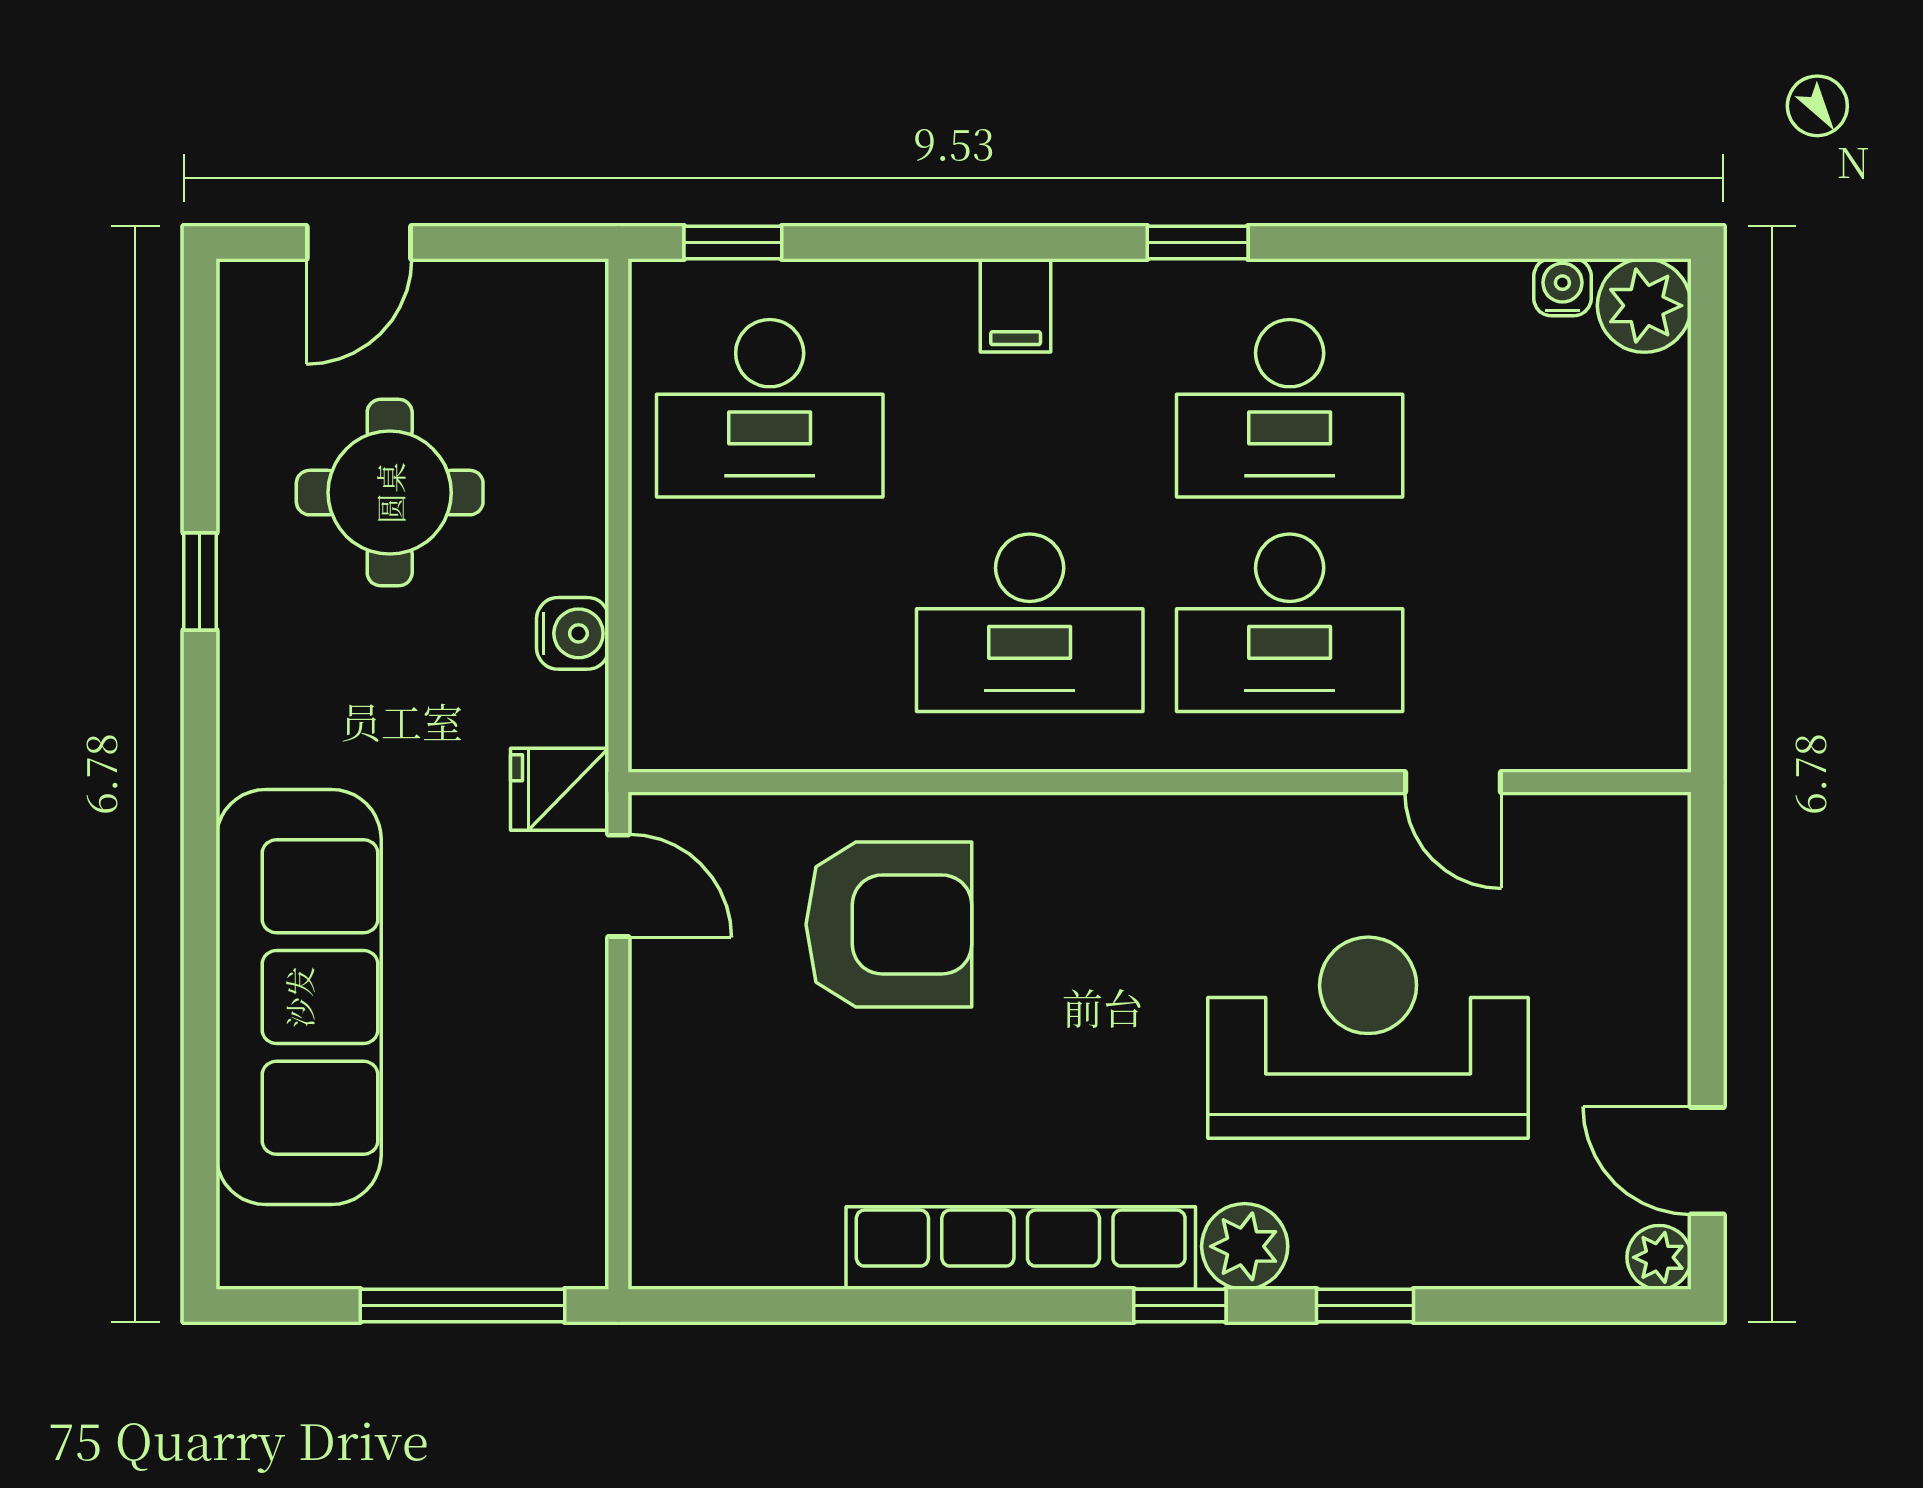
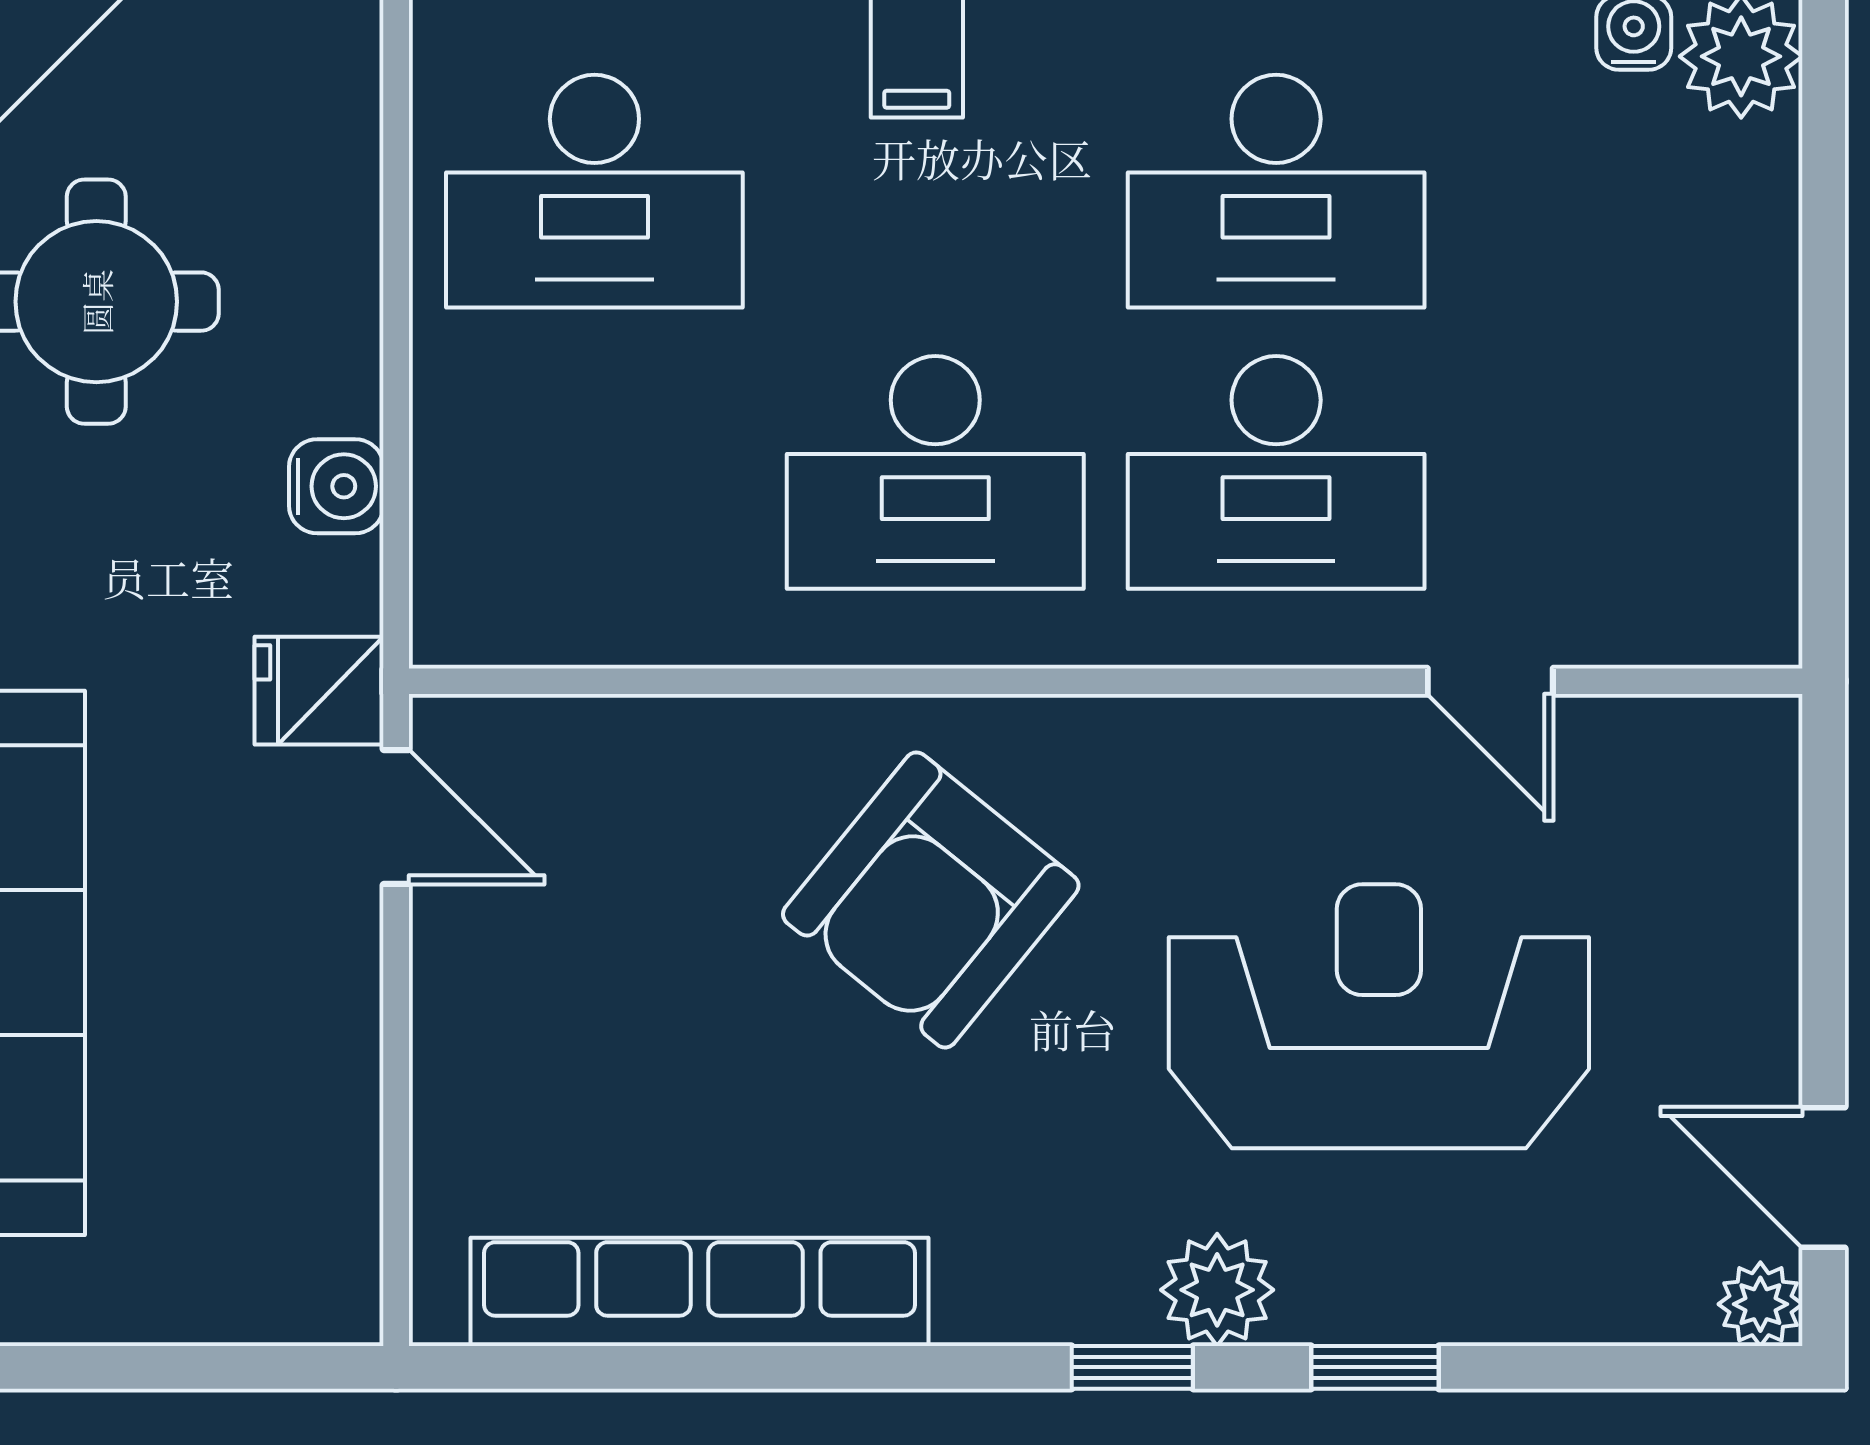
armchair: (889, 924) -> (931, 900), moved, turned 129
row of seats: (1021, 1248) -> (699, 1292), moved
window: (463, 1306) -> (192, 1367), removed

